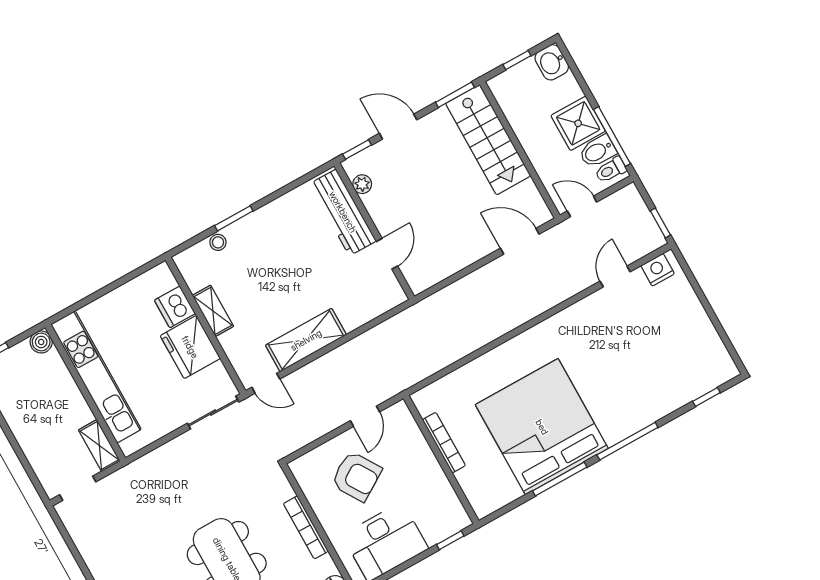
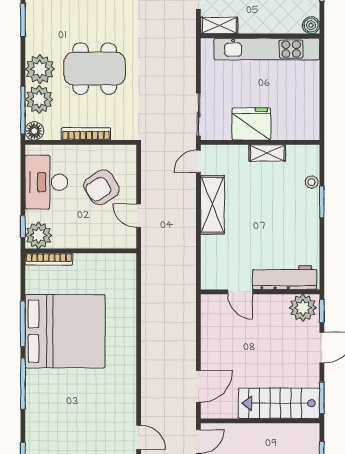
plant: (362, 184) -> (303, 308), width x1.88, depth x1.88
dishwasher: (175, 307) -> (284, 129), removed
bookcase: (444, 443) -> (49, 259), moved
plant: (450, 517) -> (38, 235), added

